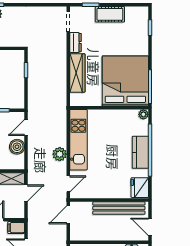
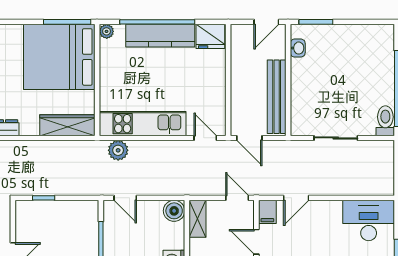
wardrobe: (77, 73) -> (67, 125), moved
boiler: (17, 147) -> (174, 211), moved
kitchen counter: (140, 152) -> (160, 36), width x1.50
plant: (60, 154) -> (118, 150), moved
door: (26, 193) -> (237, 198), moved
bench: (119, 208) -> (277, 97), moved

